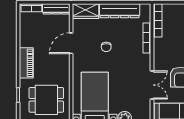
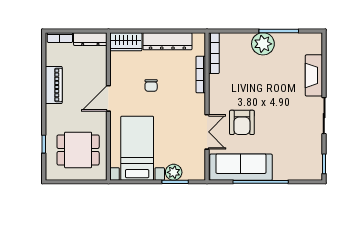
door: (71, 43) -> (108, 98), moved
piano: (26, 63) -> (54, 85), moved

